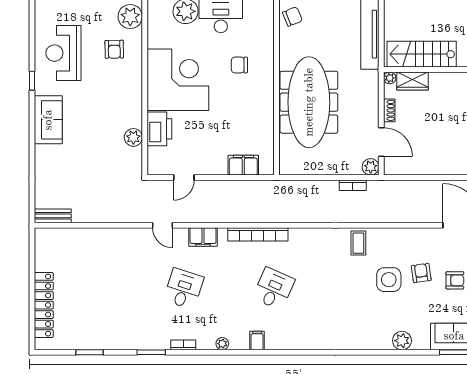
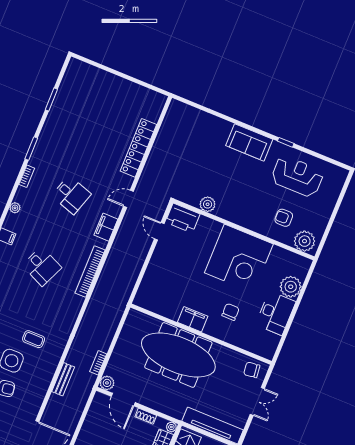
chair: (292, 17) -> (252, 370), turned 105
printer: (159, 129) -> (183, 218), moved
door: (381, 142) -> (123, 399), hinge flipped
filing cabinet: (243, 165) -> (193, 319), moved, turned -90
bench: (53, 216) -> (63, 379), moved
coffee table: (358, 243) -> (34, 339), moved
locker: (44, 305) -> (138, 148), moved, turned 90

